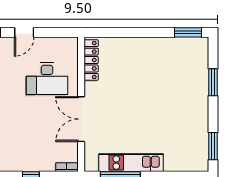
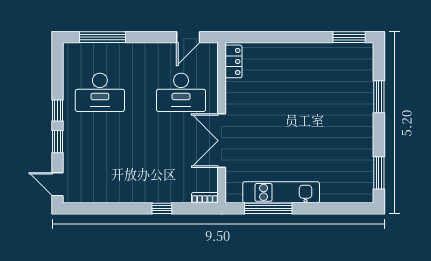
door: (24, 32) -> (188, 37), moved
locker: (91, 60) -> (233, 61), width x0.66

